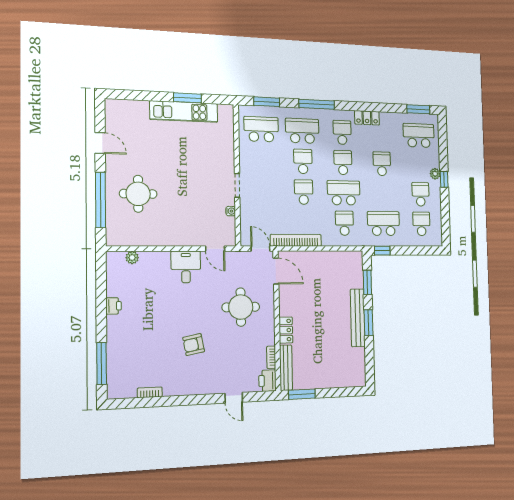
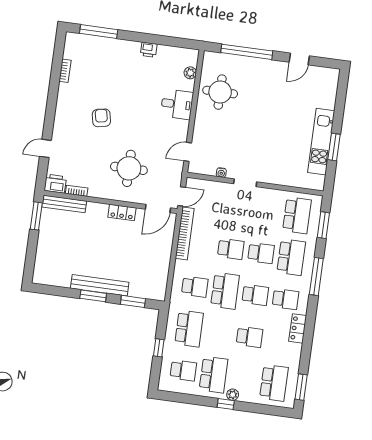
round table: (138, 194) -> (220, 92), moved
school desk: (421, 194) -> (214, 375), width x1.85
window: (382, 251) -> (159, 348), moved
desk: (186, 267) -> (177, 104), moved
locker: (286, 330) -> (122, 212), moved

